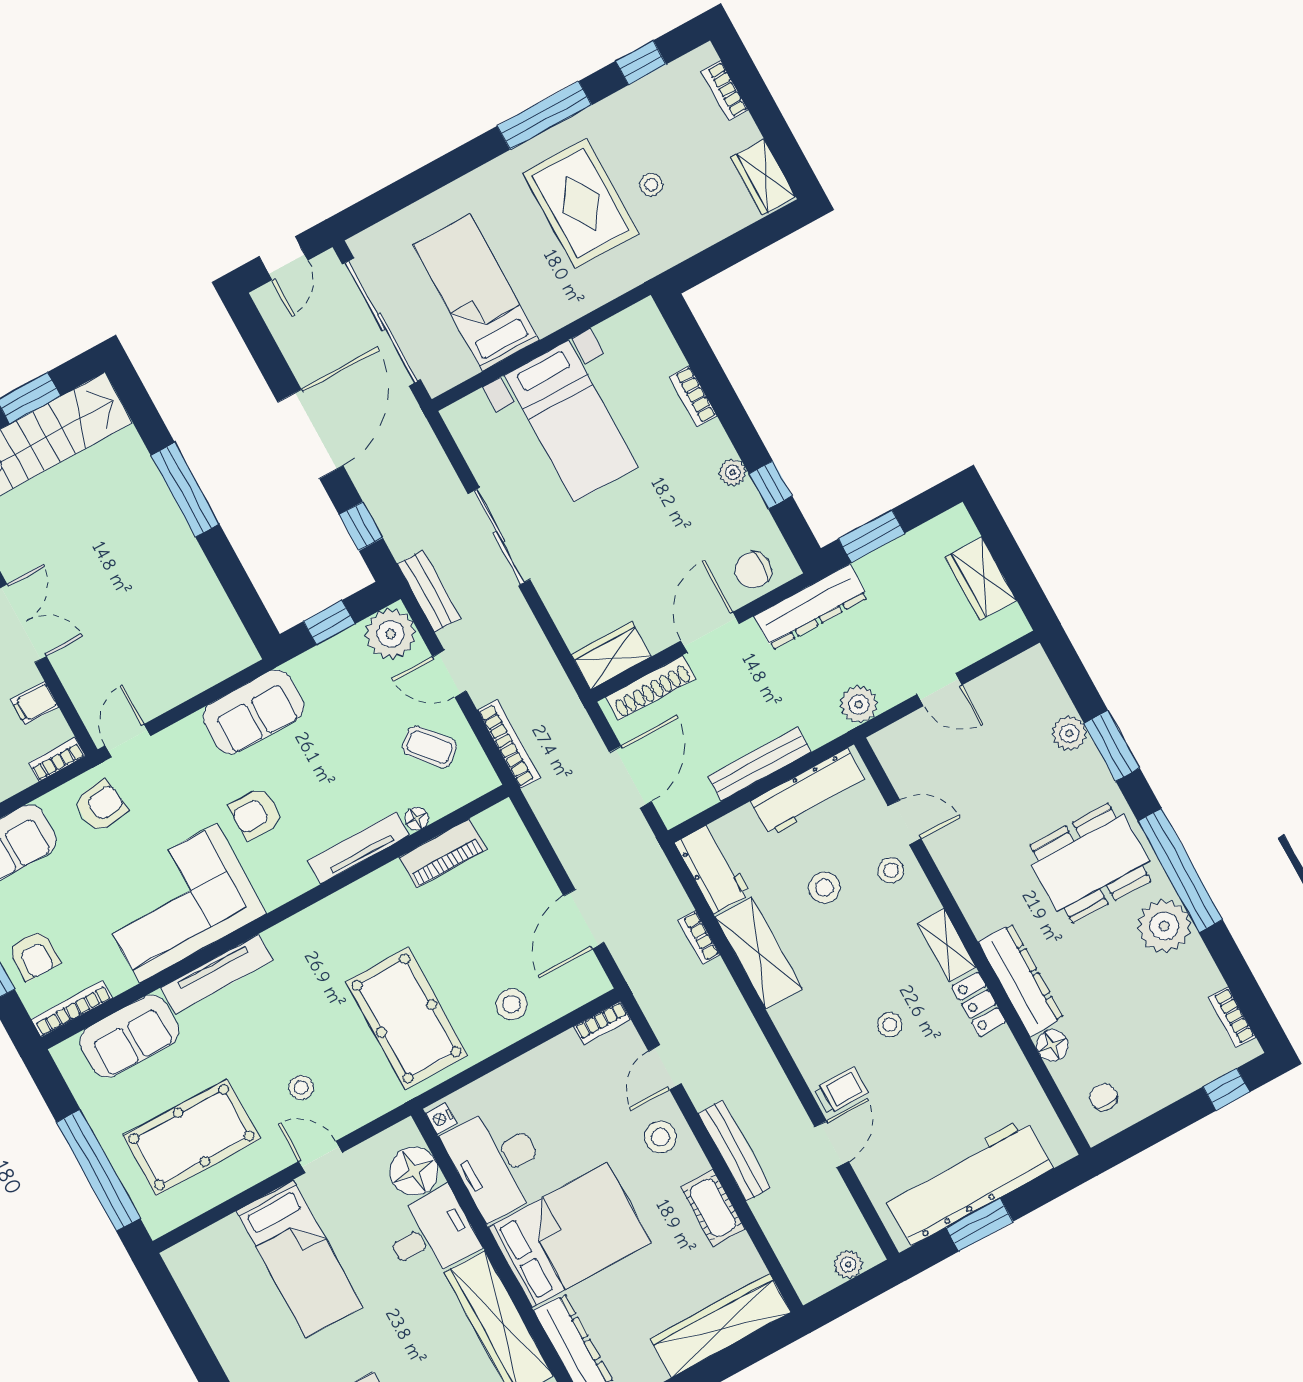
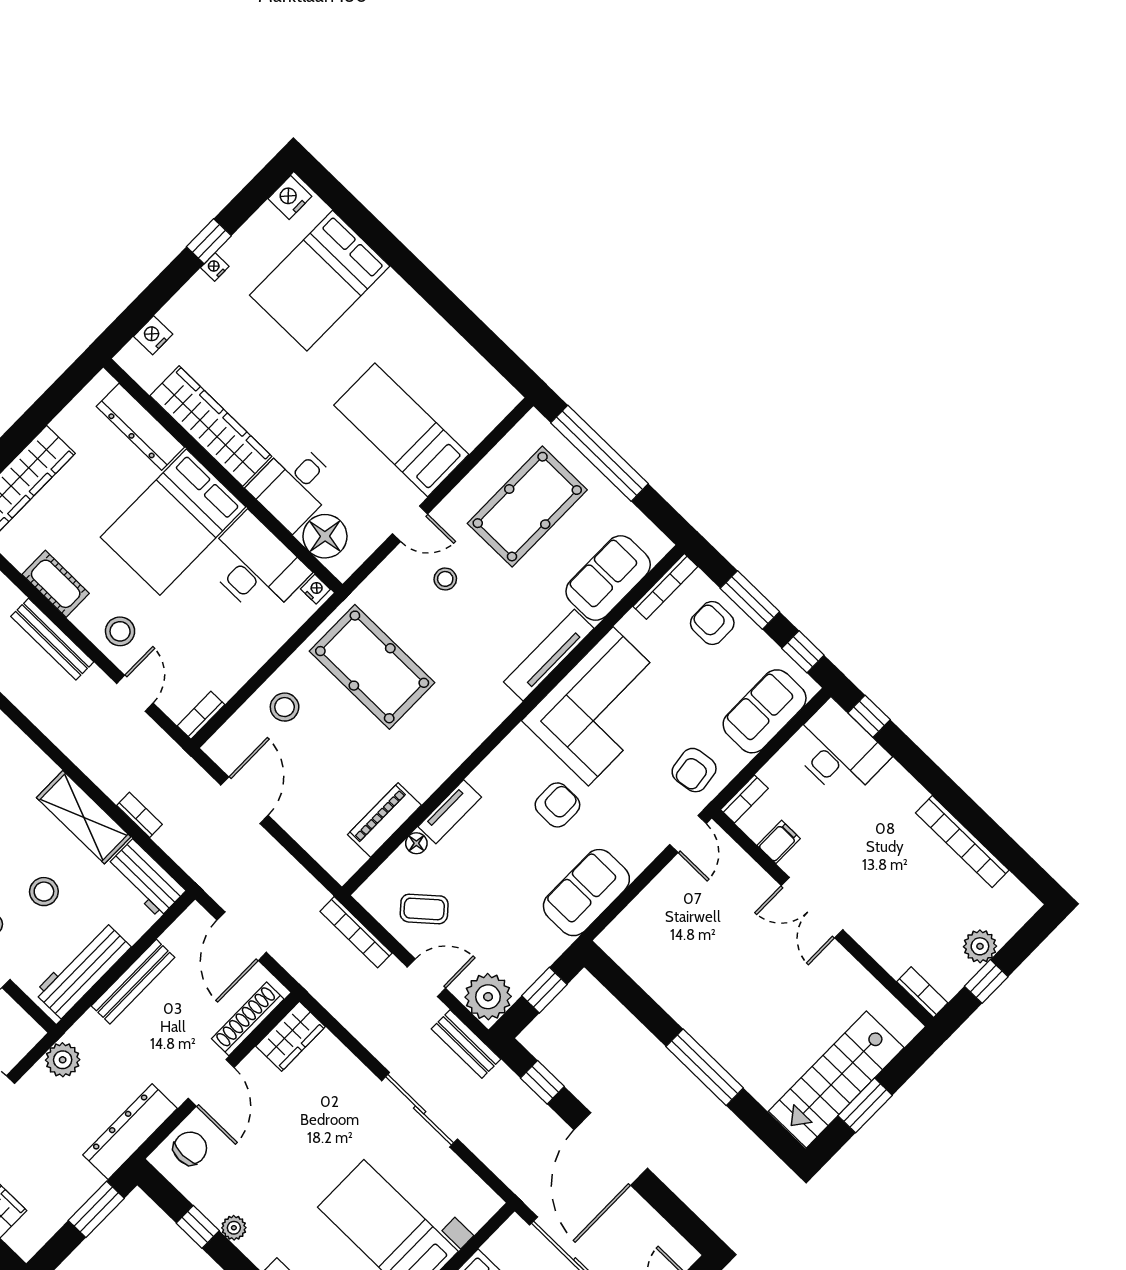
tv unit: (358, 848) -> (450, 812), width x0.71

